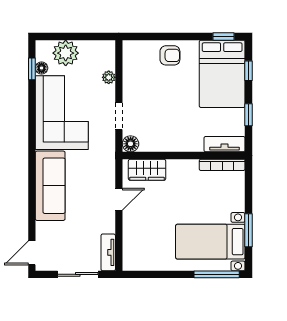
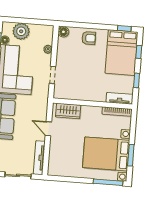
floor lamp: (131, 144) -> (63, 32), moved
door: (119, 199) -> (48, 129), swing flipped
bed with nightstands: (210, 242) -> (106, 154), width x1.36
tv unit: (108, 252) -> (39, 158), width x1.41

